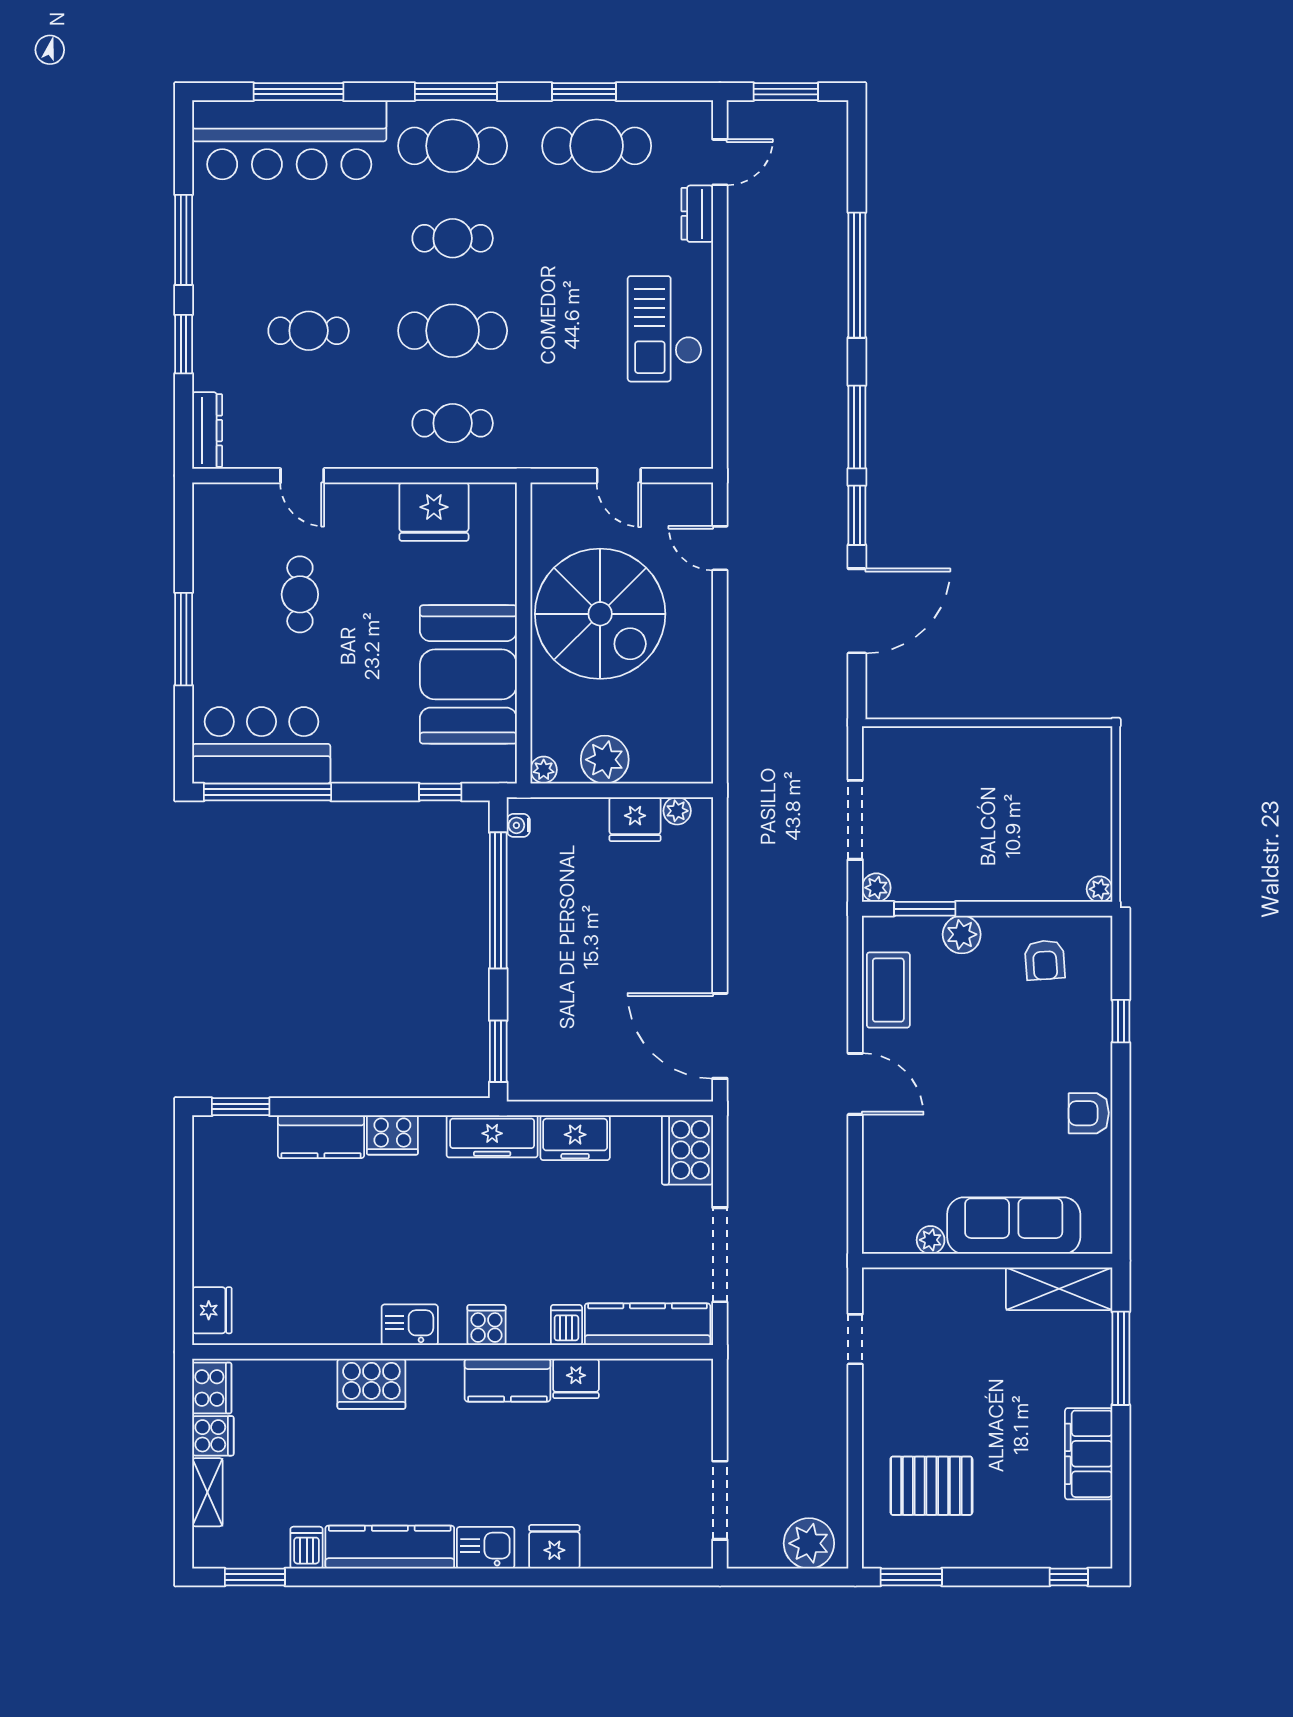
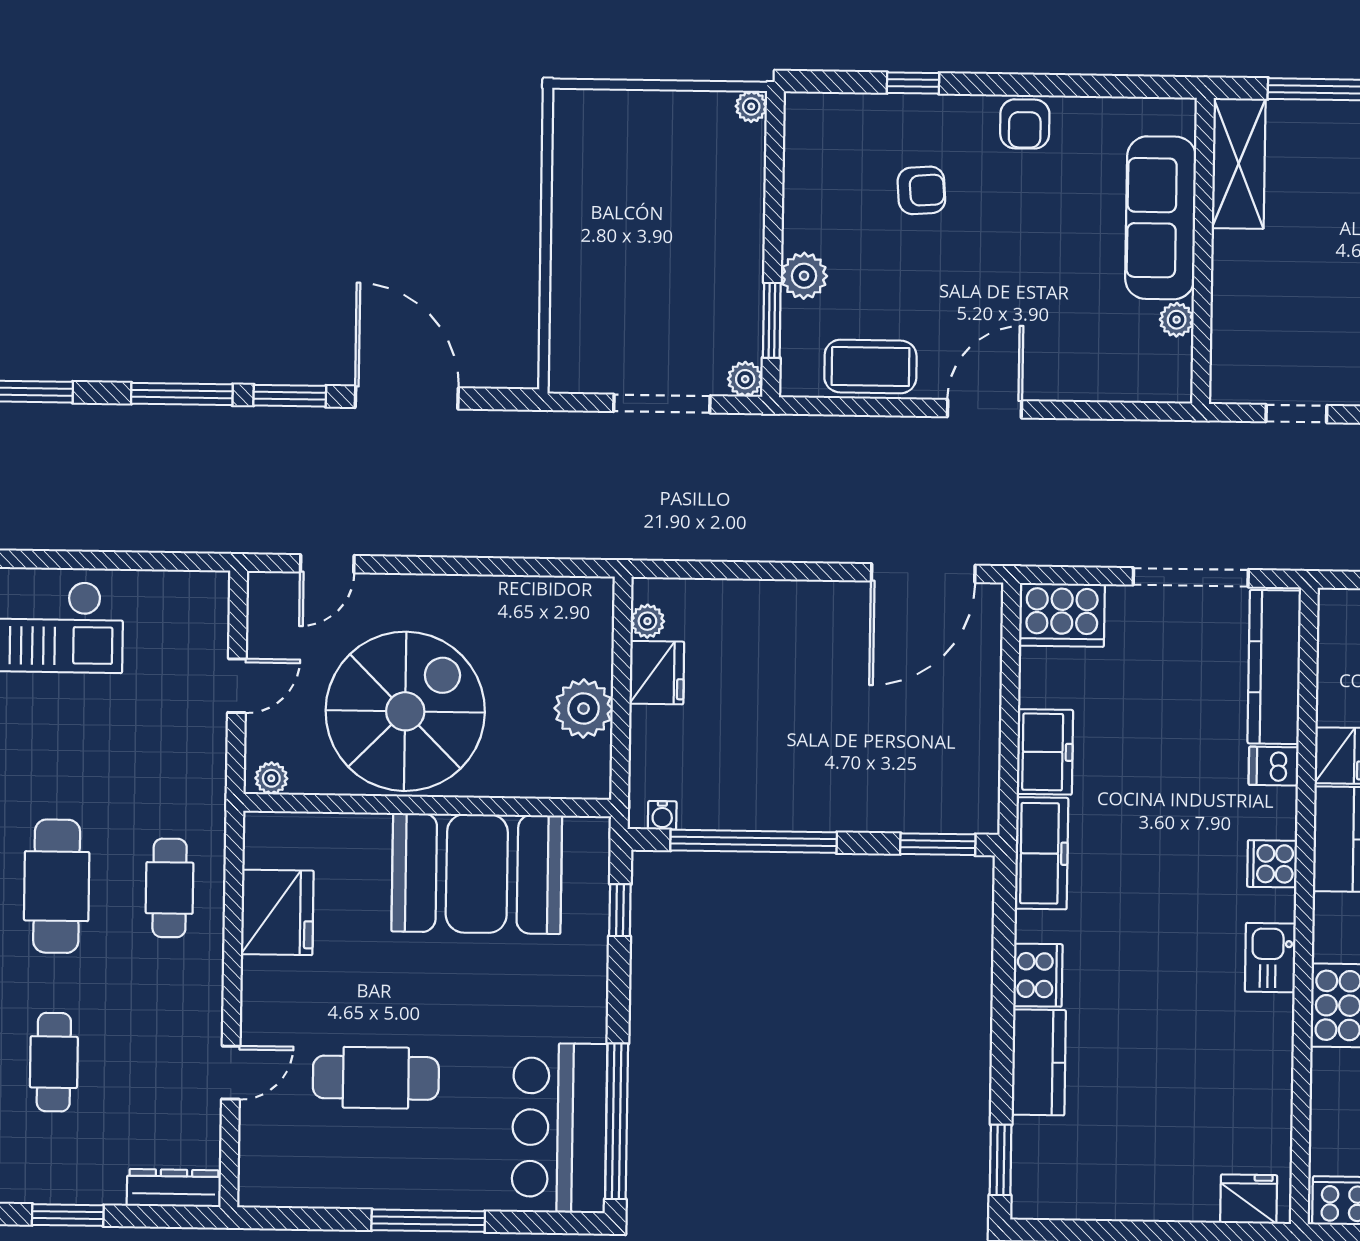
cafe table: (300, 594) -> (376, 1078), width x1.37, depth x1.35
plant: (544, 770) -> (271, 778), moved
armchair: (1045, 960) -> (921, 190), moved

